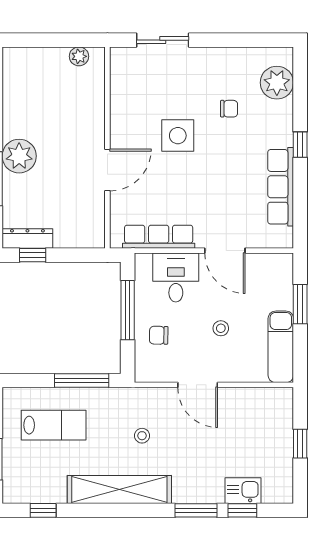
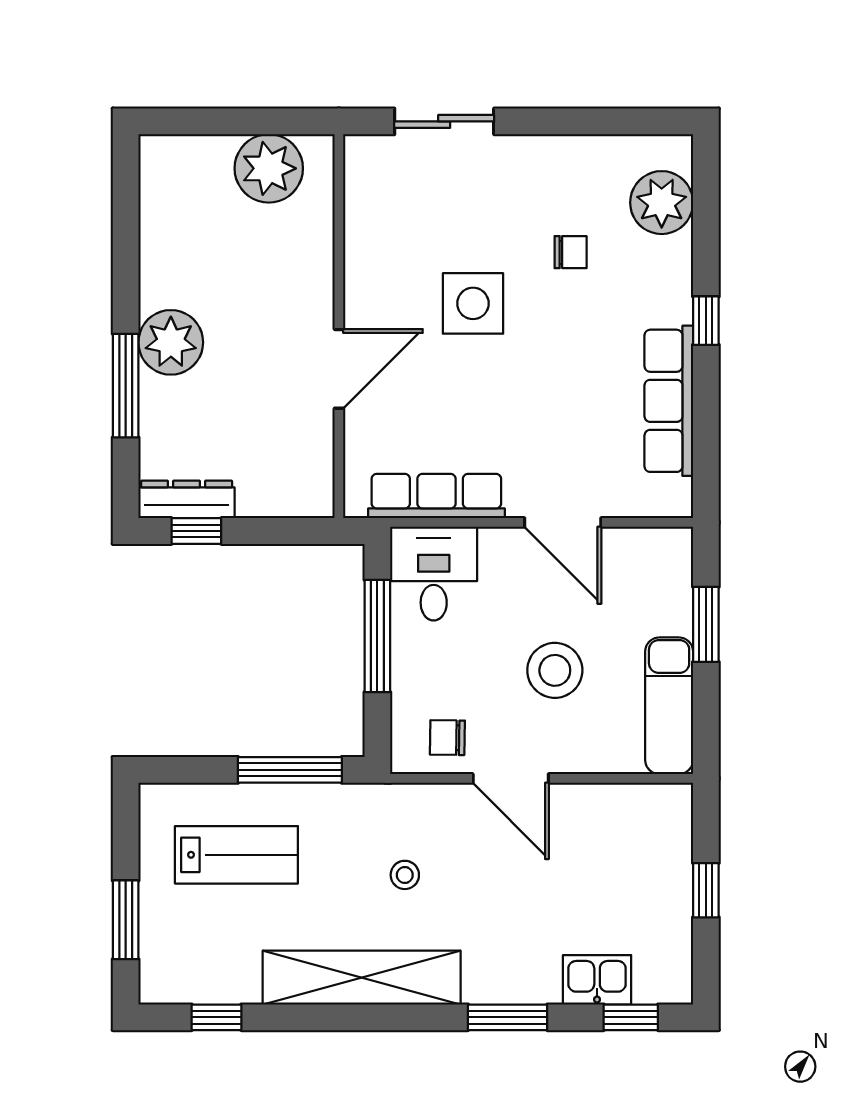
plant: (79, 56) -> (269, 168), width x1.88, depth x1.88
desk: (176, 277) -> (434, 574), moved
stool: (221, 328) -> (555, 670), width x1.89, depth x1.89
chair: (159, 335) -> (447, 738), moved
window: (242, 510) -> (631, 1017), moved

